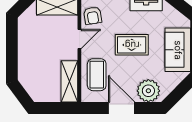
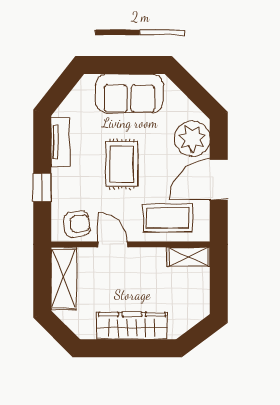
wardrobe: (26, 51) -> (132, 326), added
shelving: (69, 81) -> (189, 257), width x0.67, depth x0.75

